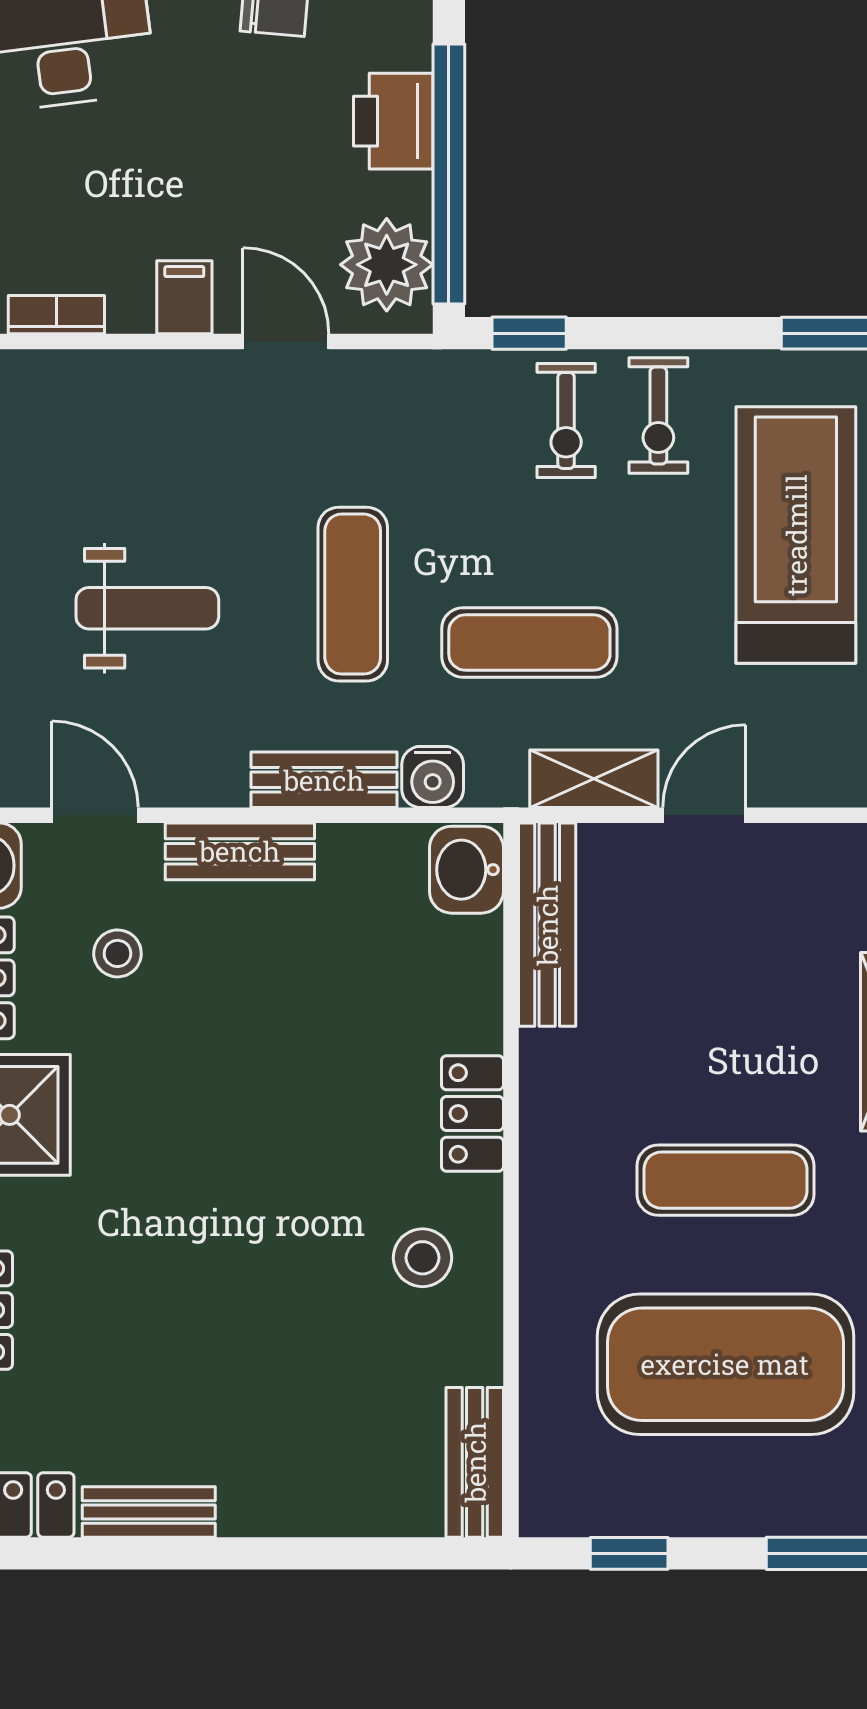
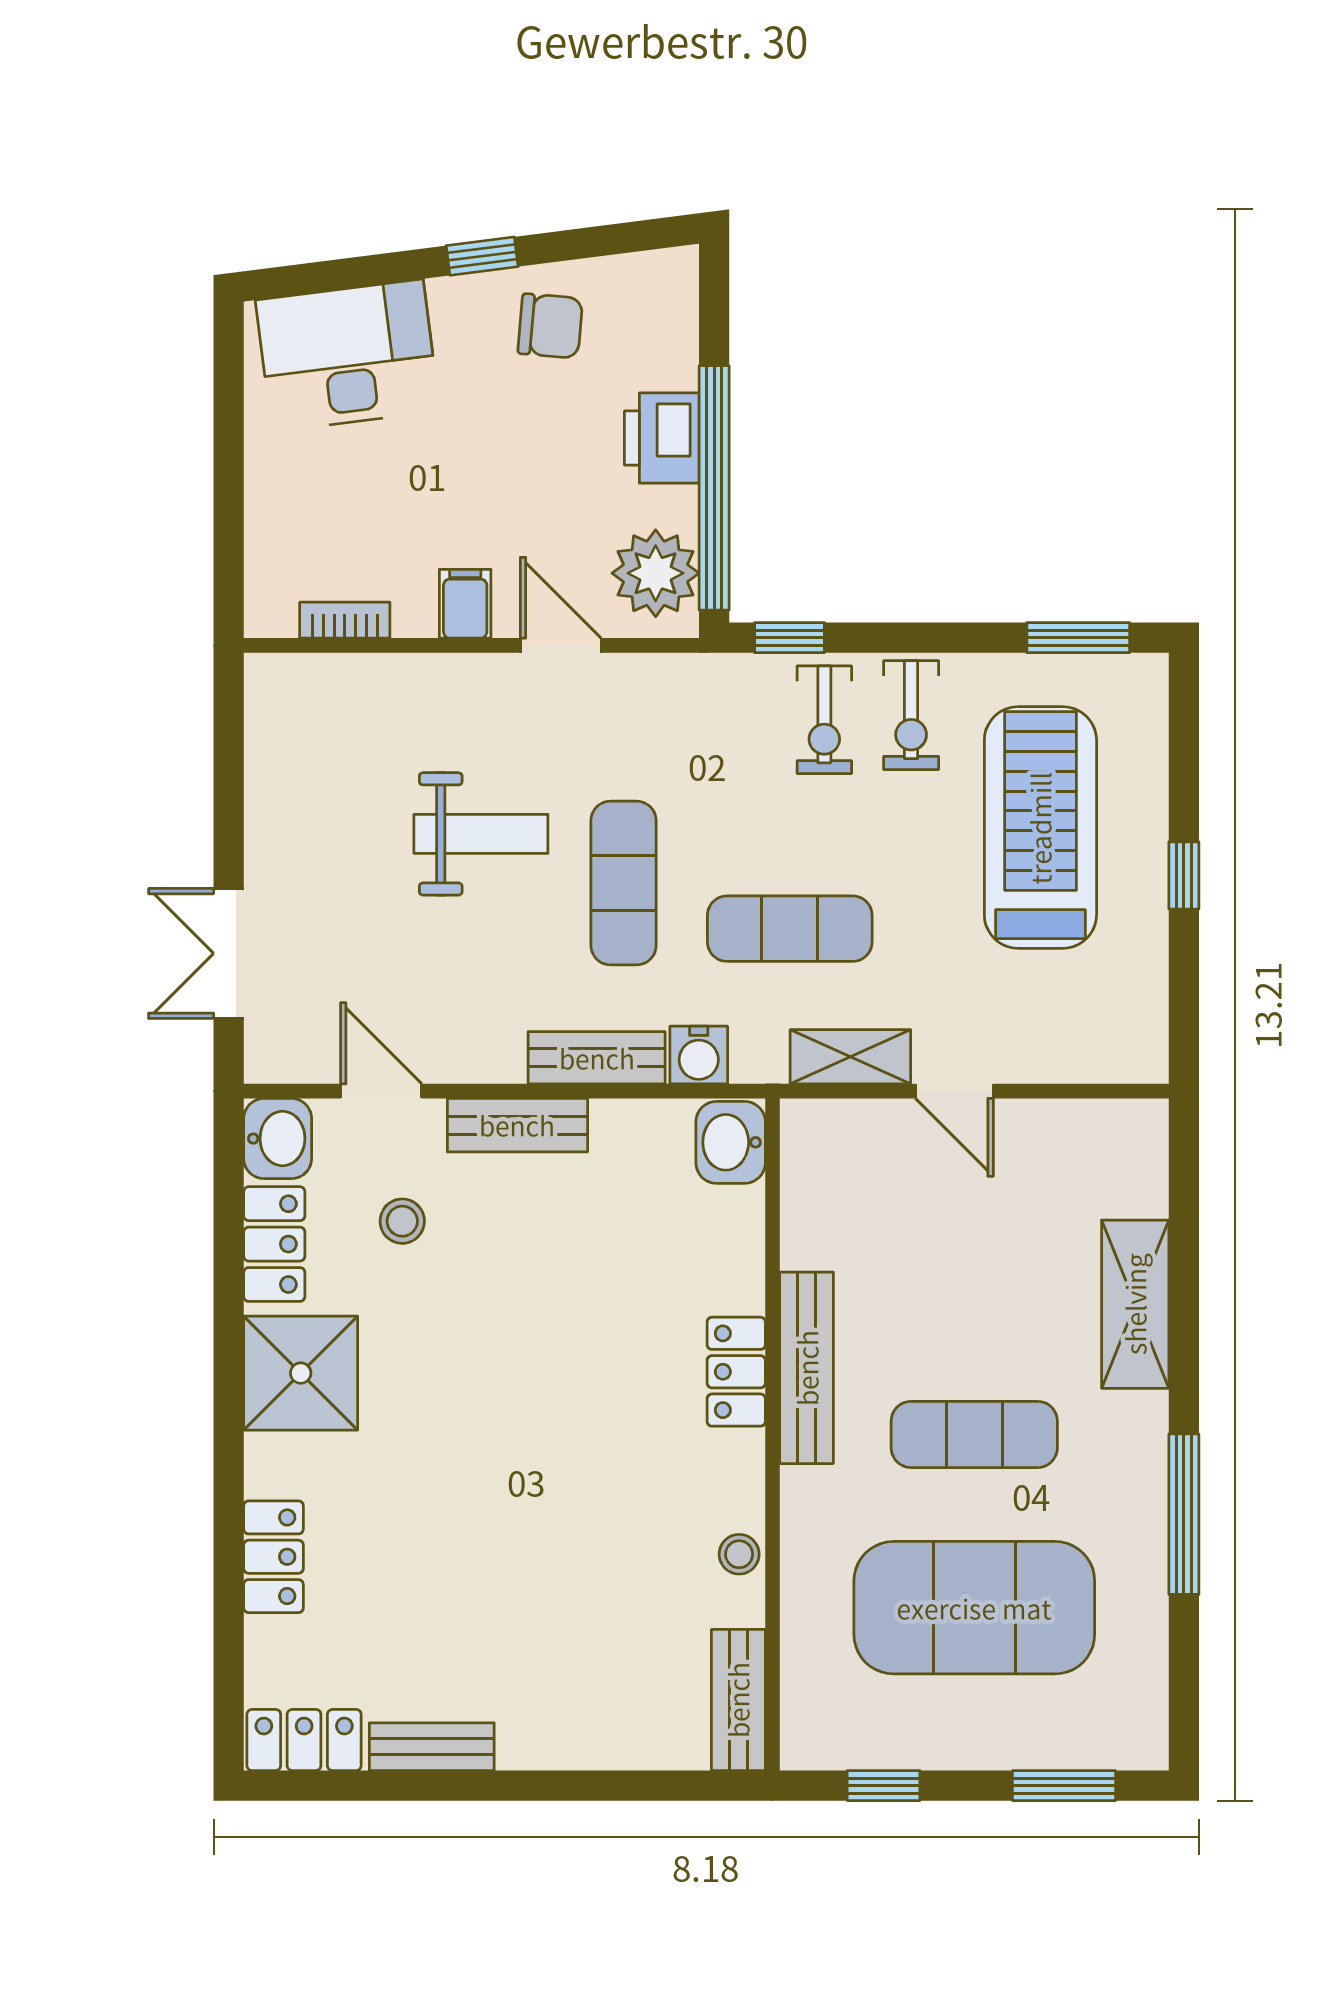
weight bench: (147, 608) -> (481, 834), moved
door: (704, 815) -> (954, 1091), swing flipped
bench: (547, 925) -> (807, 1368), moved
stool: (423, 1258) -> (739, 1554), moved, width x0.73, depth x0.73

